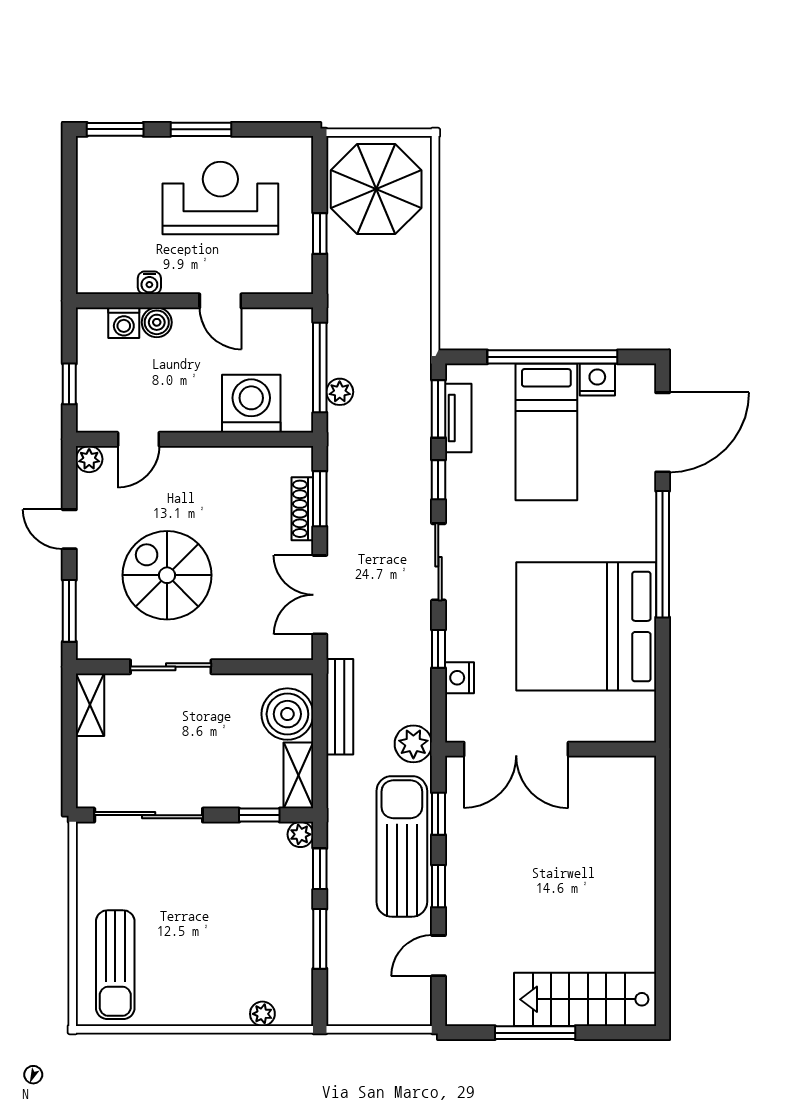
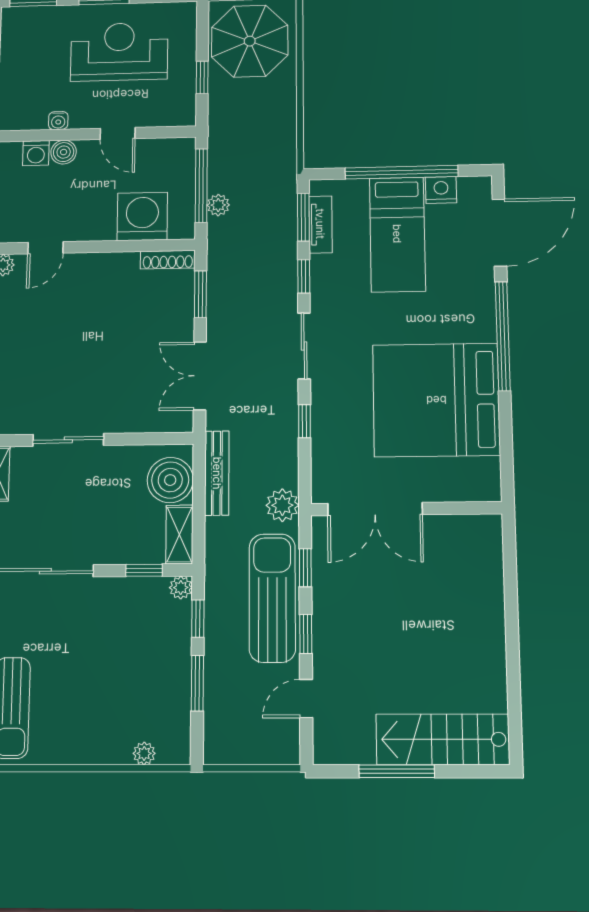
shoe rack: (302, 509) -> (168, 260), moved, turned -90
spiral stairs: (167, 575) -> (67, 361), removed
nightstand: (459, 678) -> (323, 446), removed

